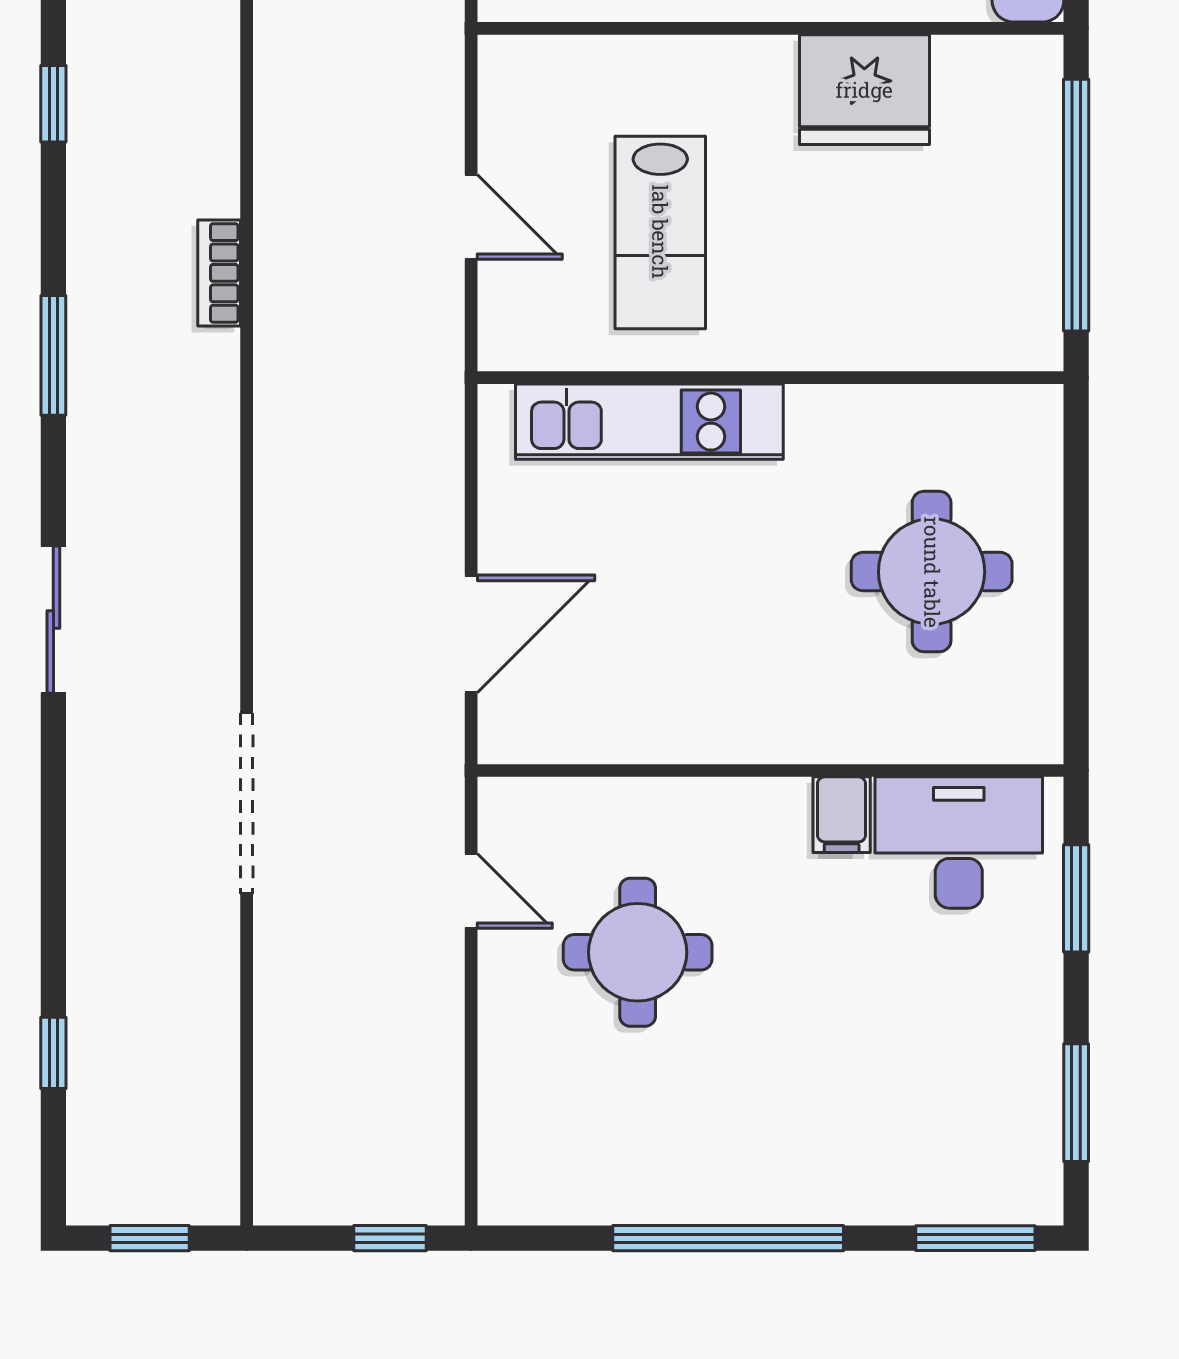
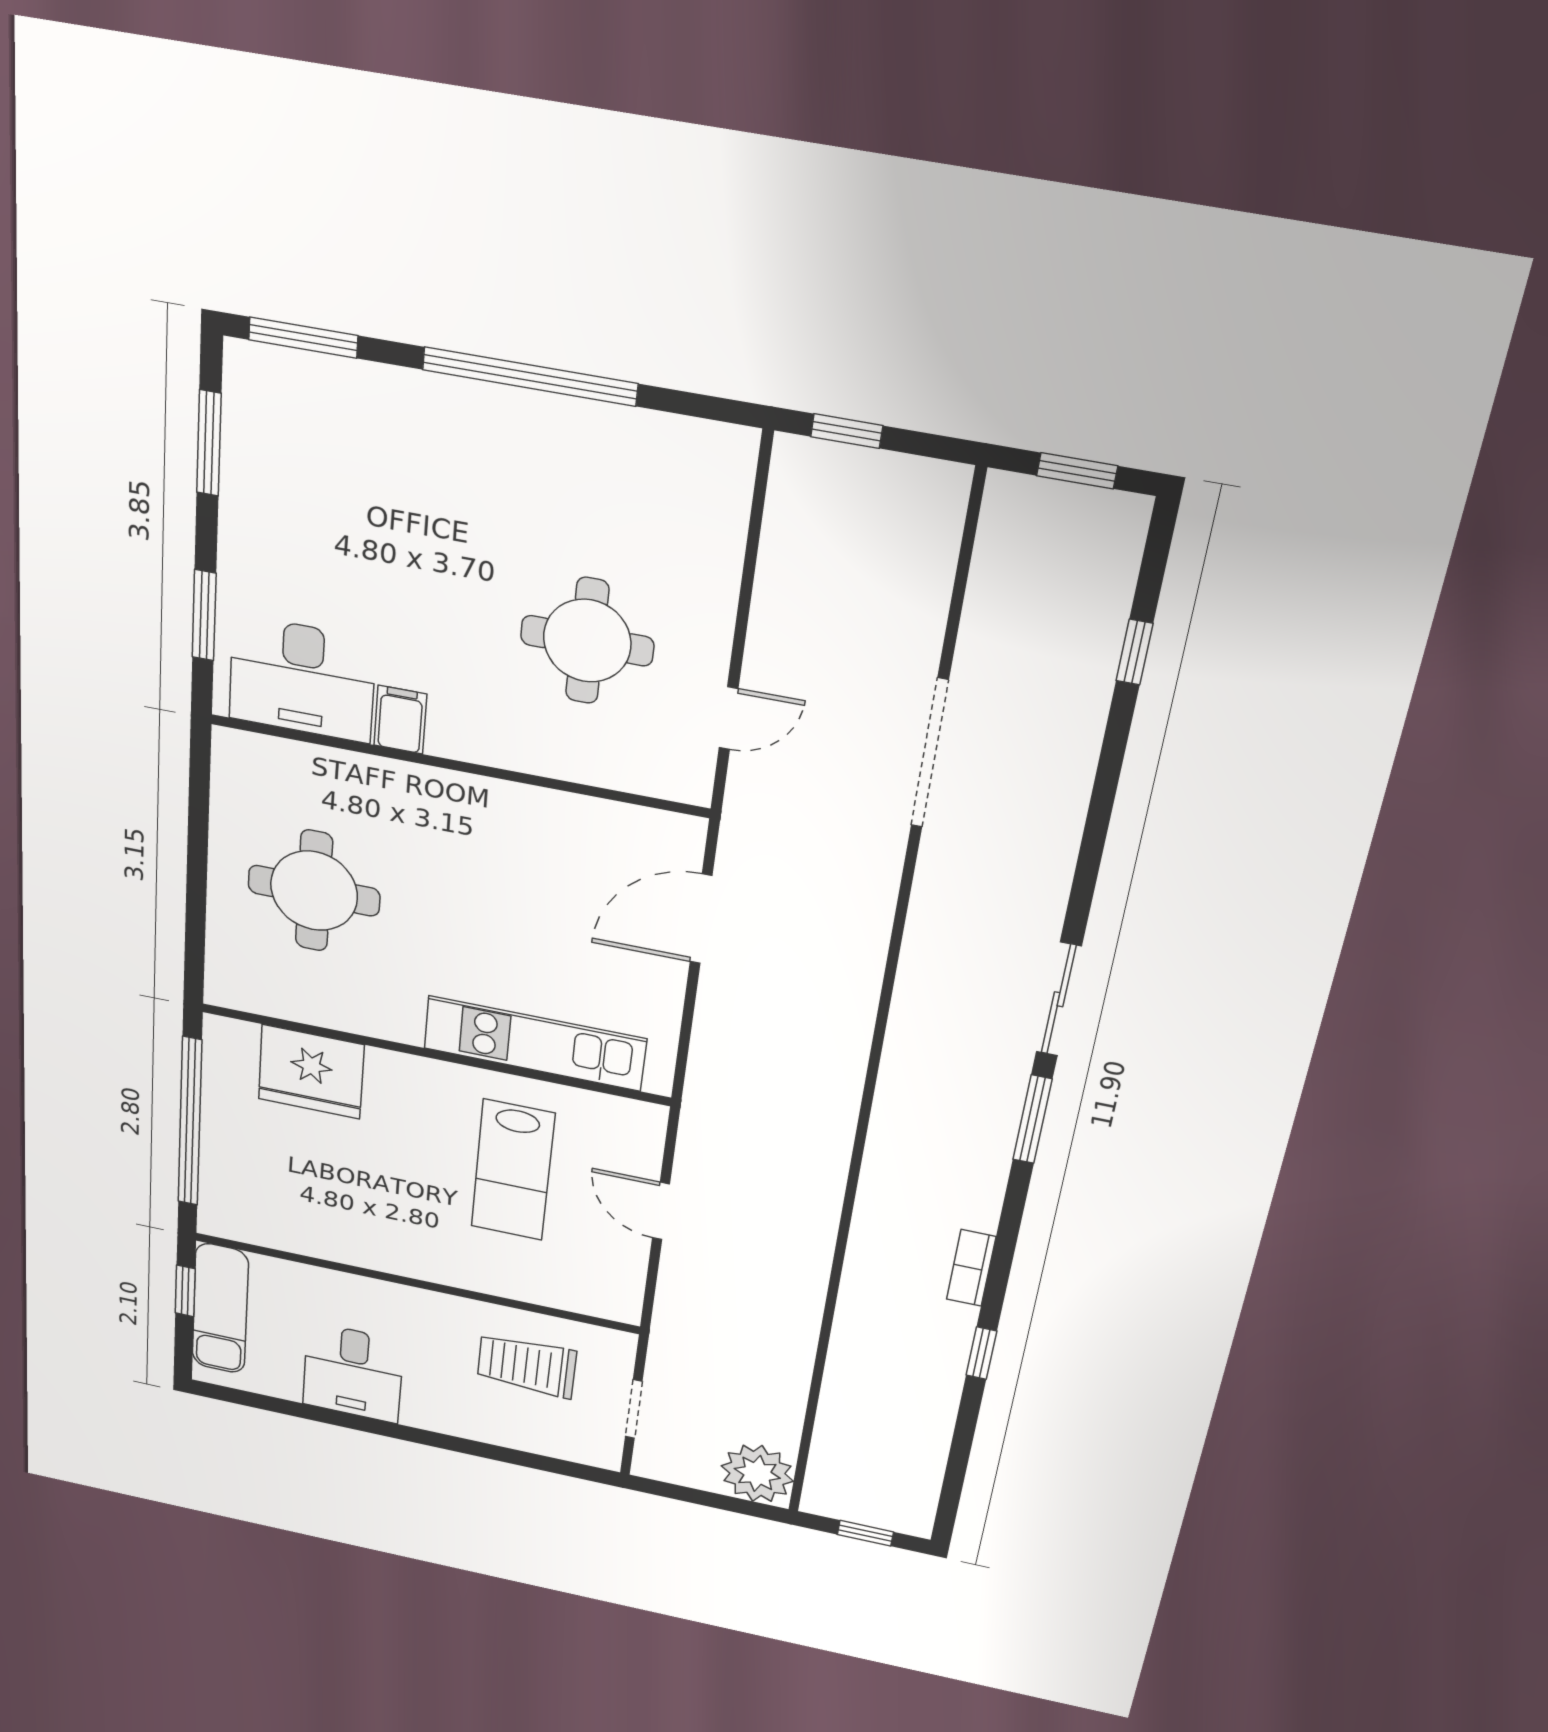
fridge: (864, 90) -> (311, 1072), moved, turned 180
lab bench: (660, 232) -> (513, 1170), turned 180
bookcase: (219, 273) -> (971, 1268), moved, turned 180
window: (53, 355) -> (1032, 1119), moved
doorway: (247, 803) -> (930, 753), moved
door: (471, 891) -> (729, 718), swing flipped

